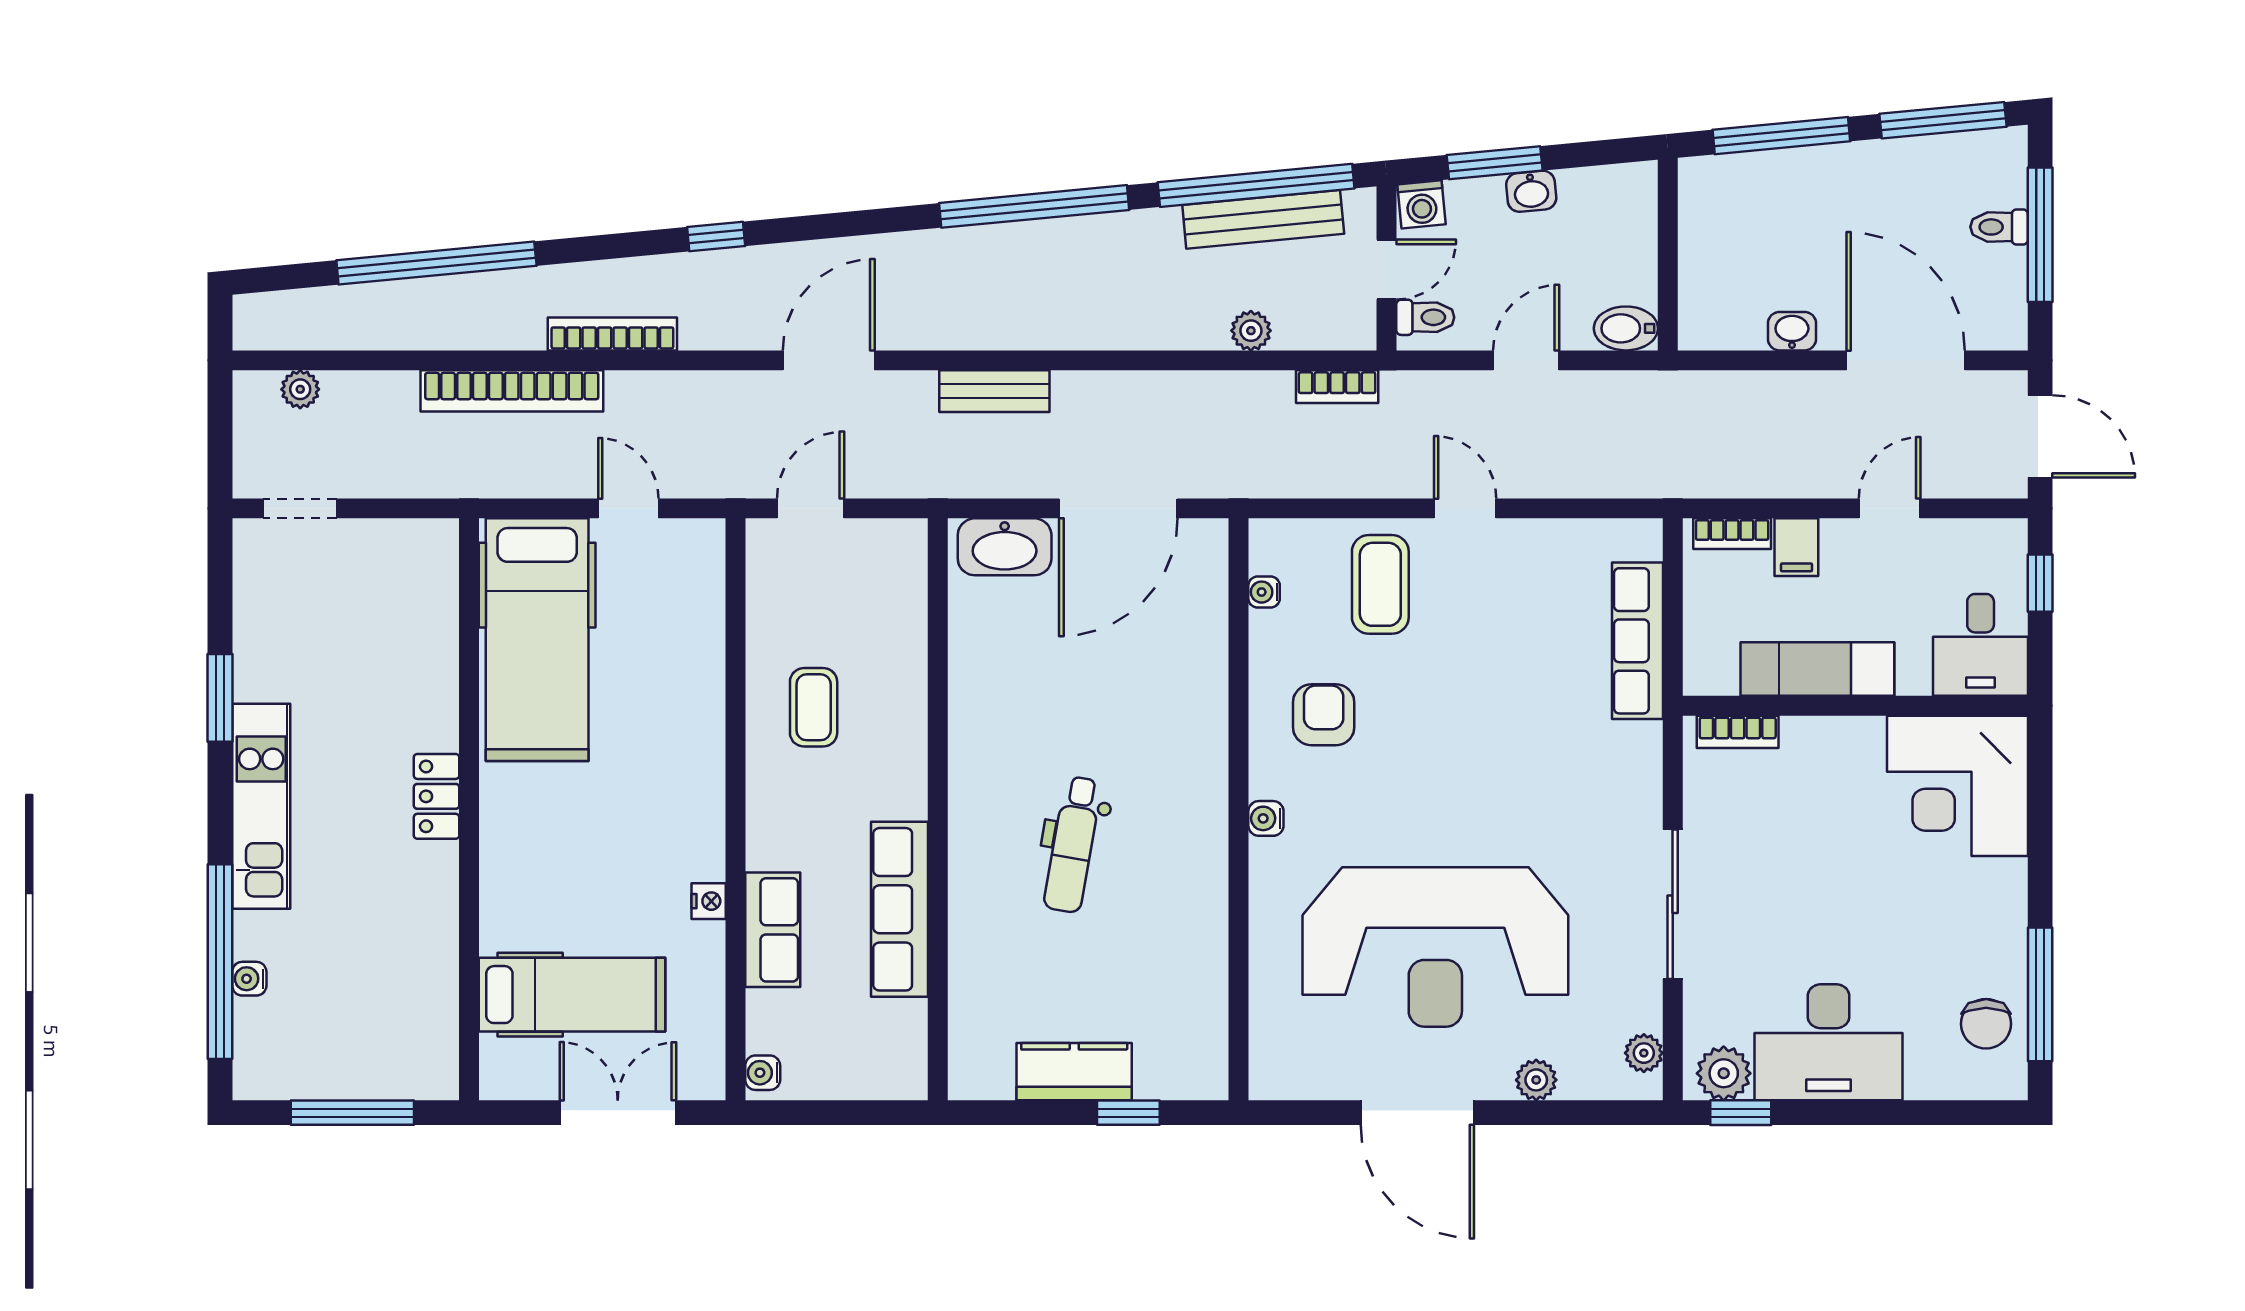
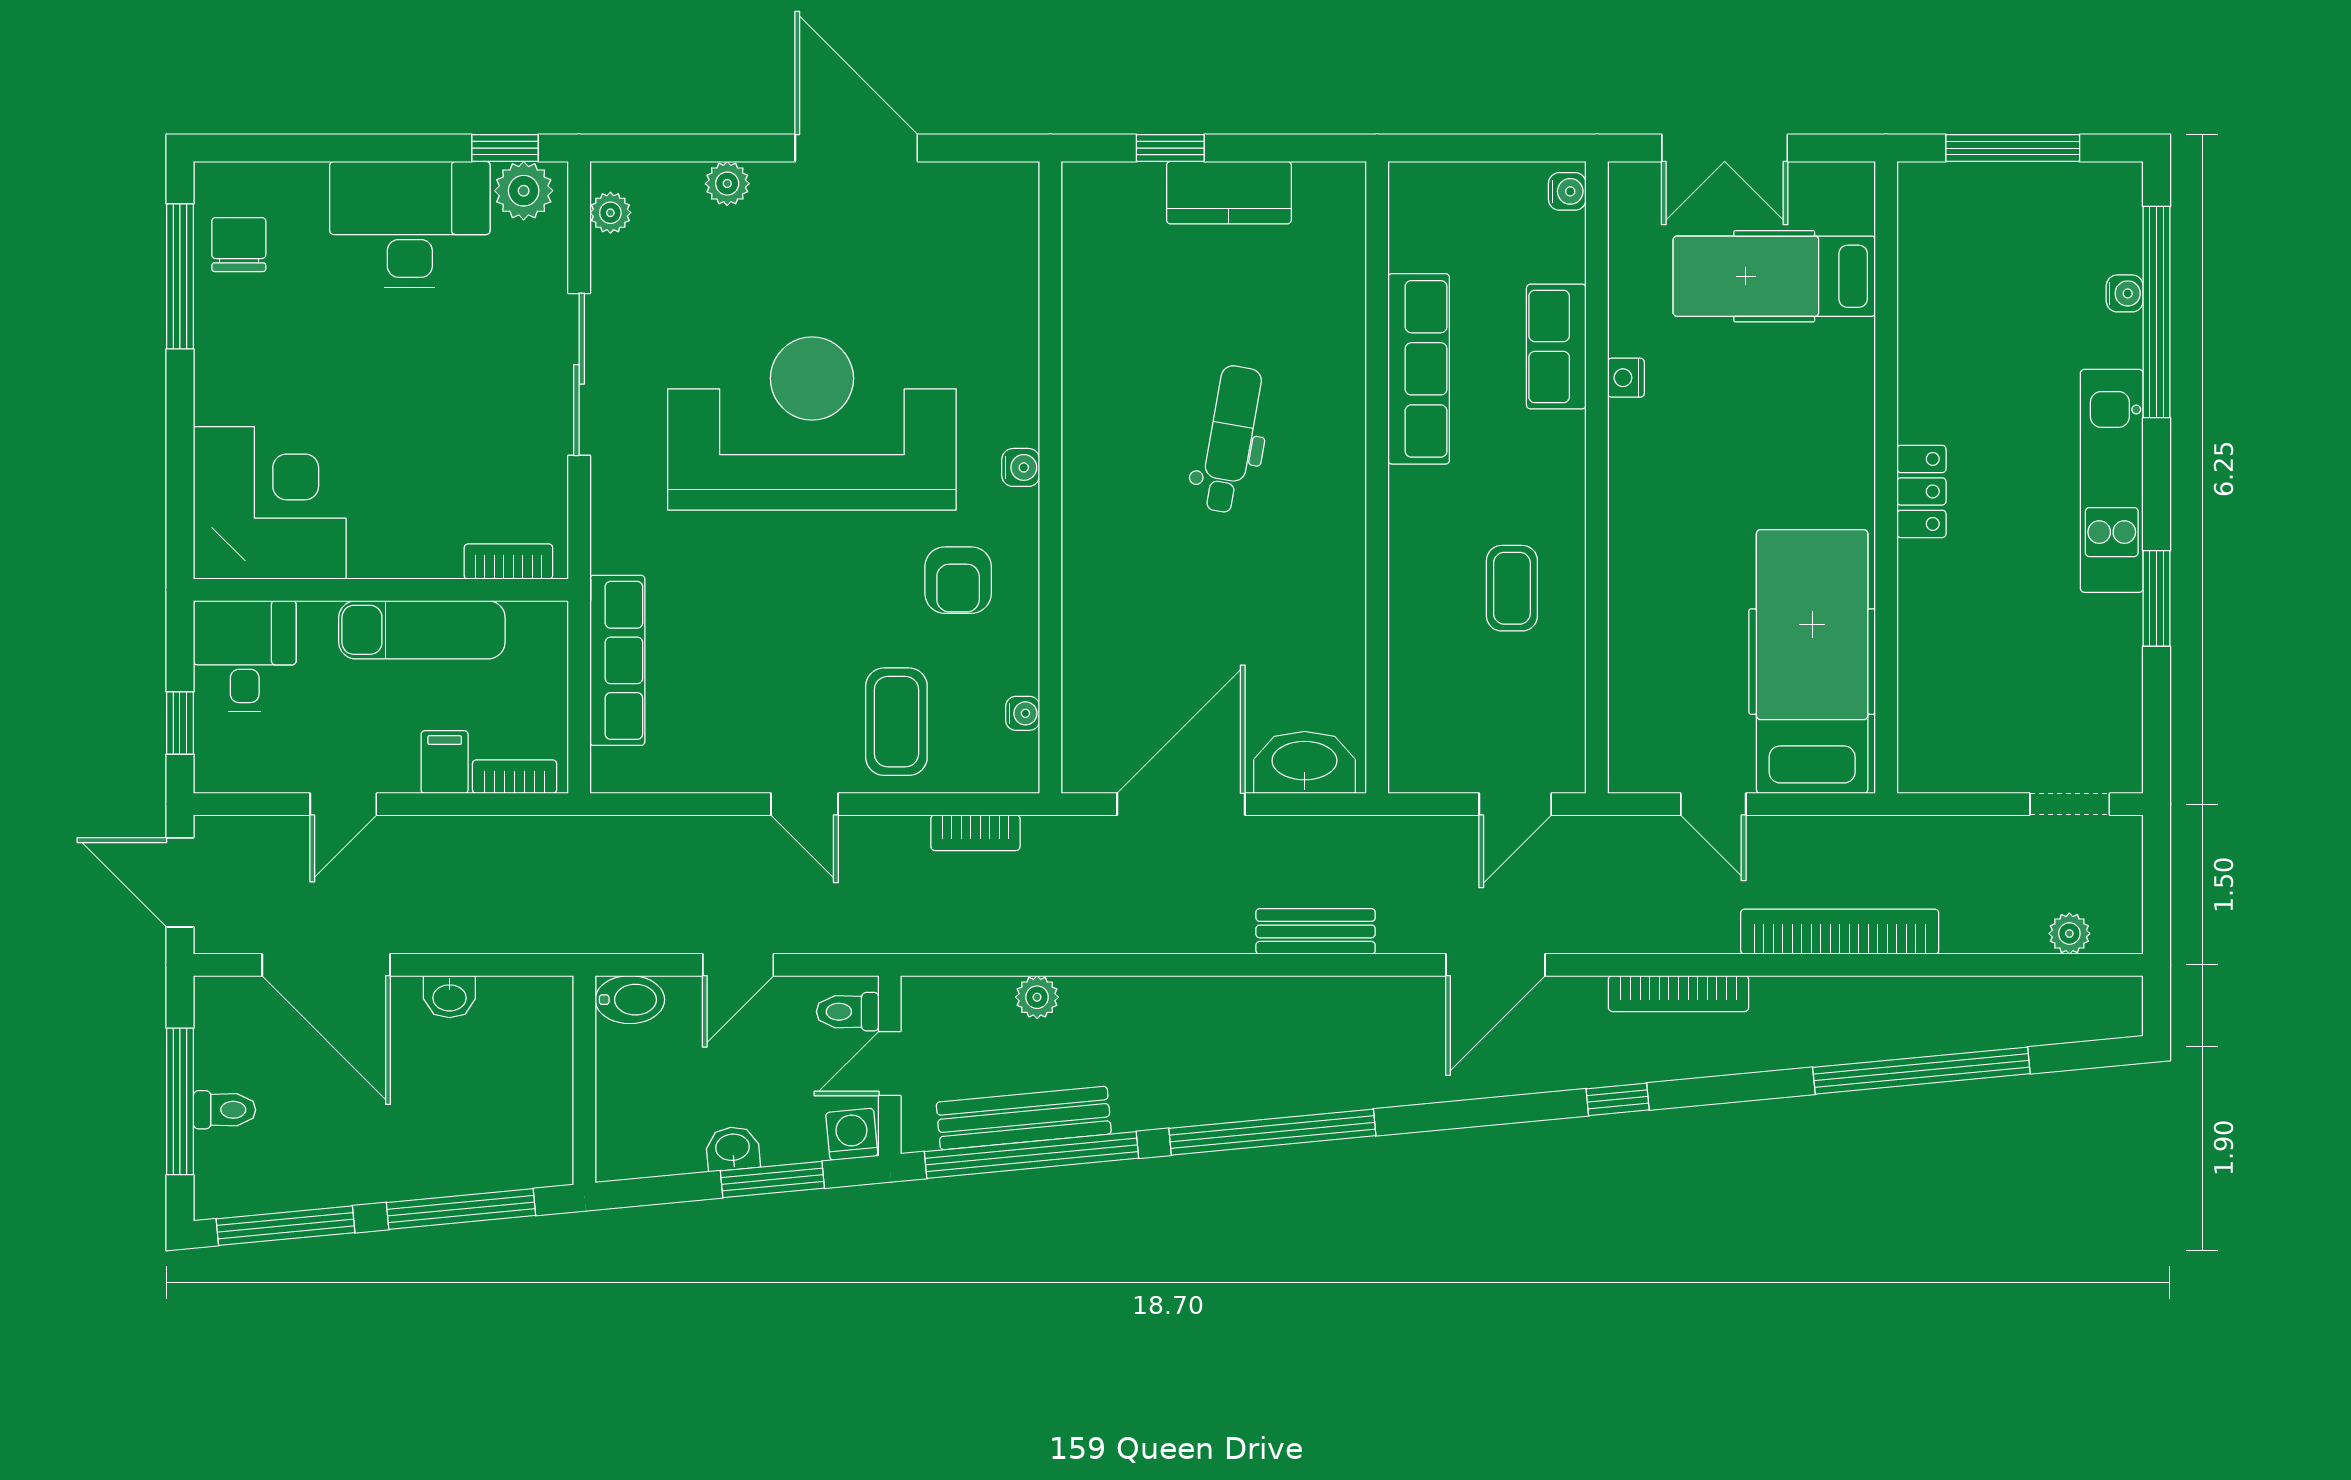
bookcase: (612, 334) -> (1679, 994), moved
bookcase: (1337, 387) -> (975, 833), moved, turned 180
reception desk: (1435, 947) -> (812, 424), moved

